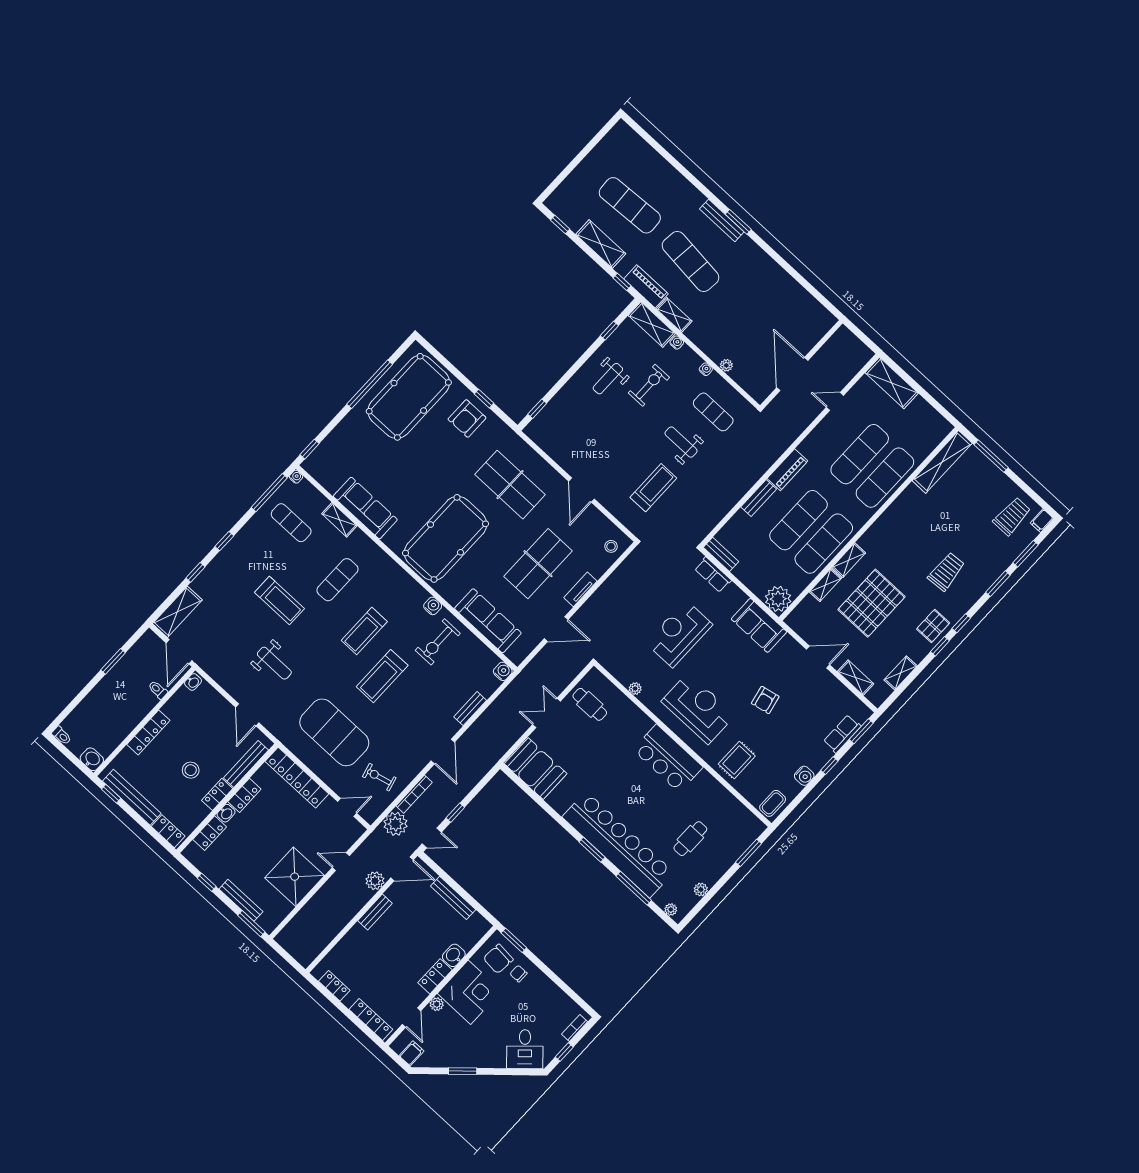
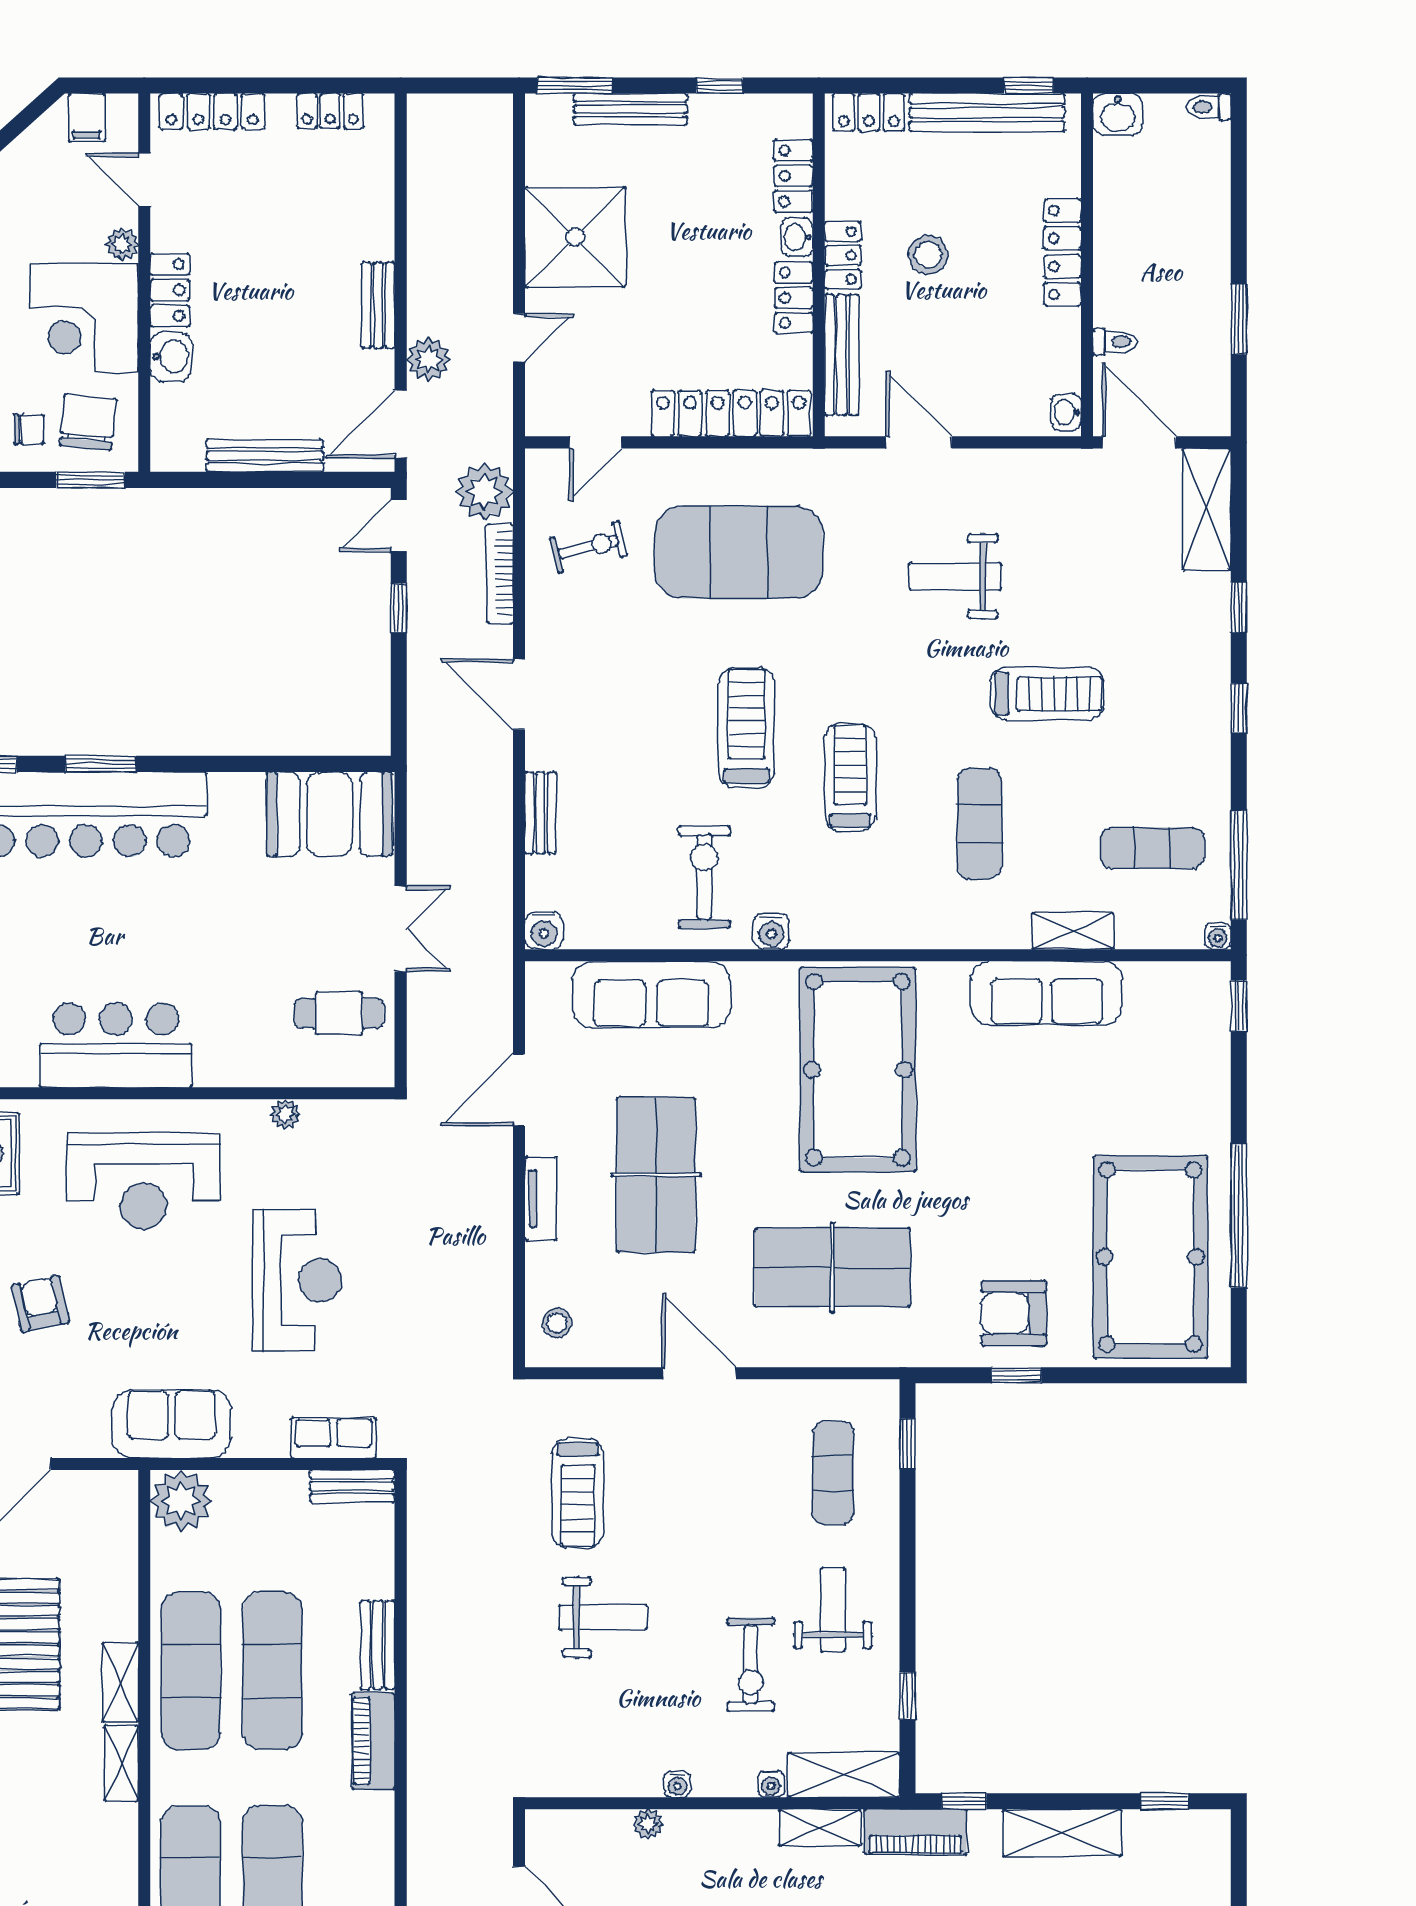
exercise mat: (713, 412) -> (833, 1473), moved, turned 90
armchair: (467, 418) -> (1014, 1313), turned -90
shelving: (825, 585) -> (121, 1763), moved
treadmill: (279, 600) -> (1047, 694), turned 180

